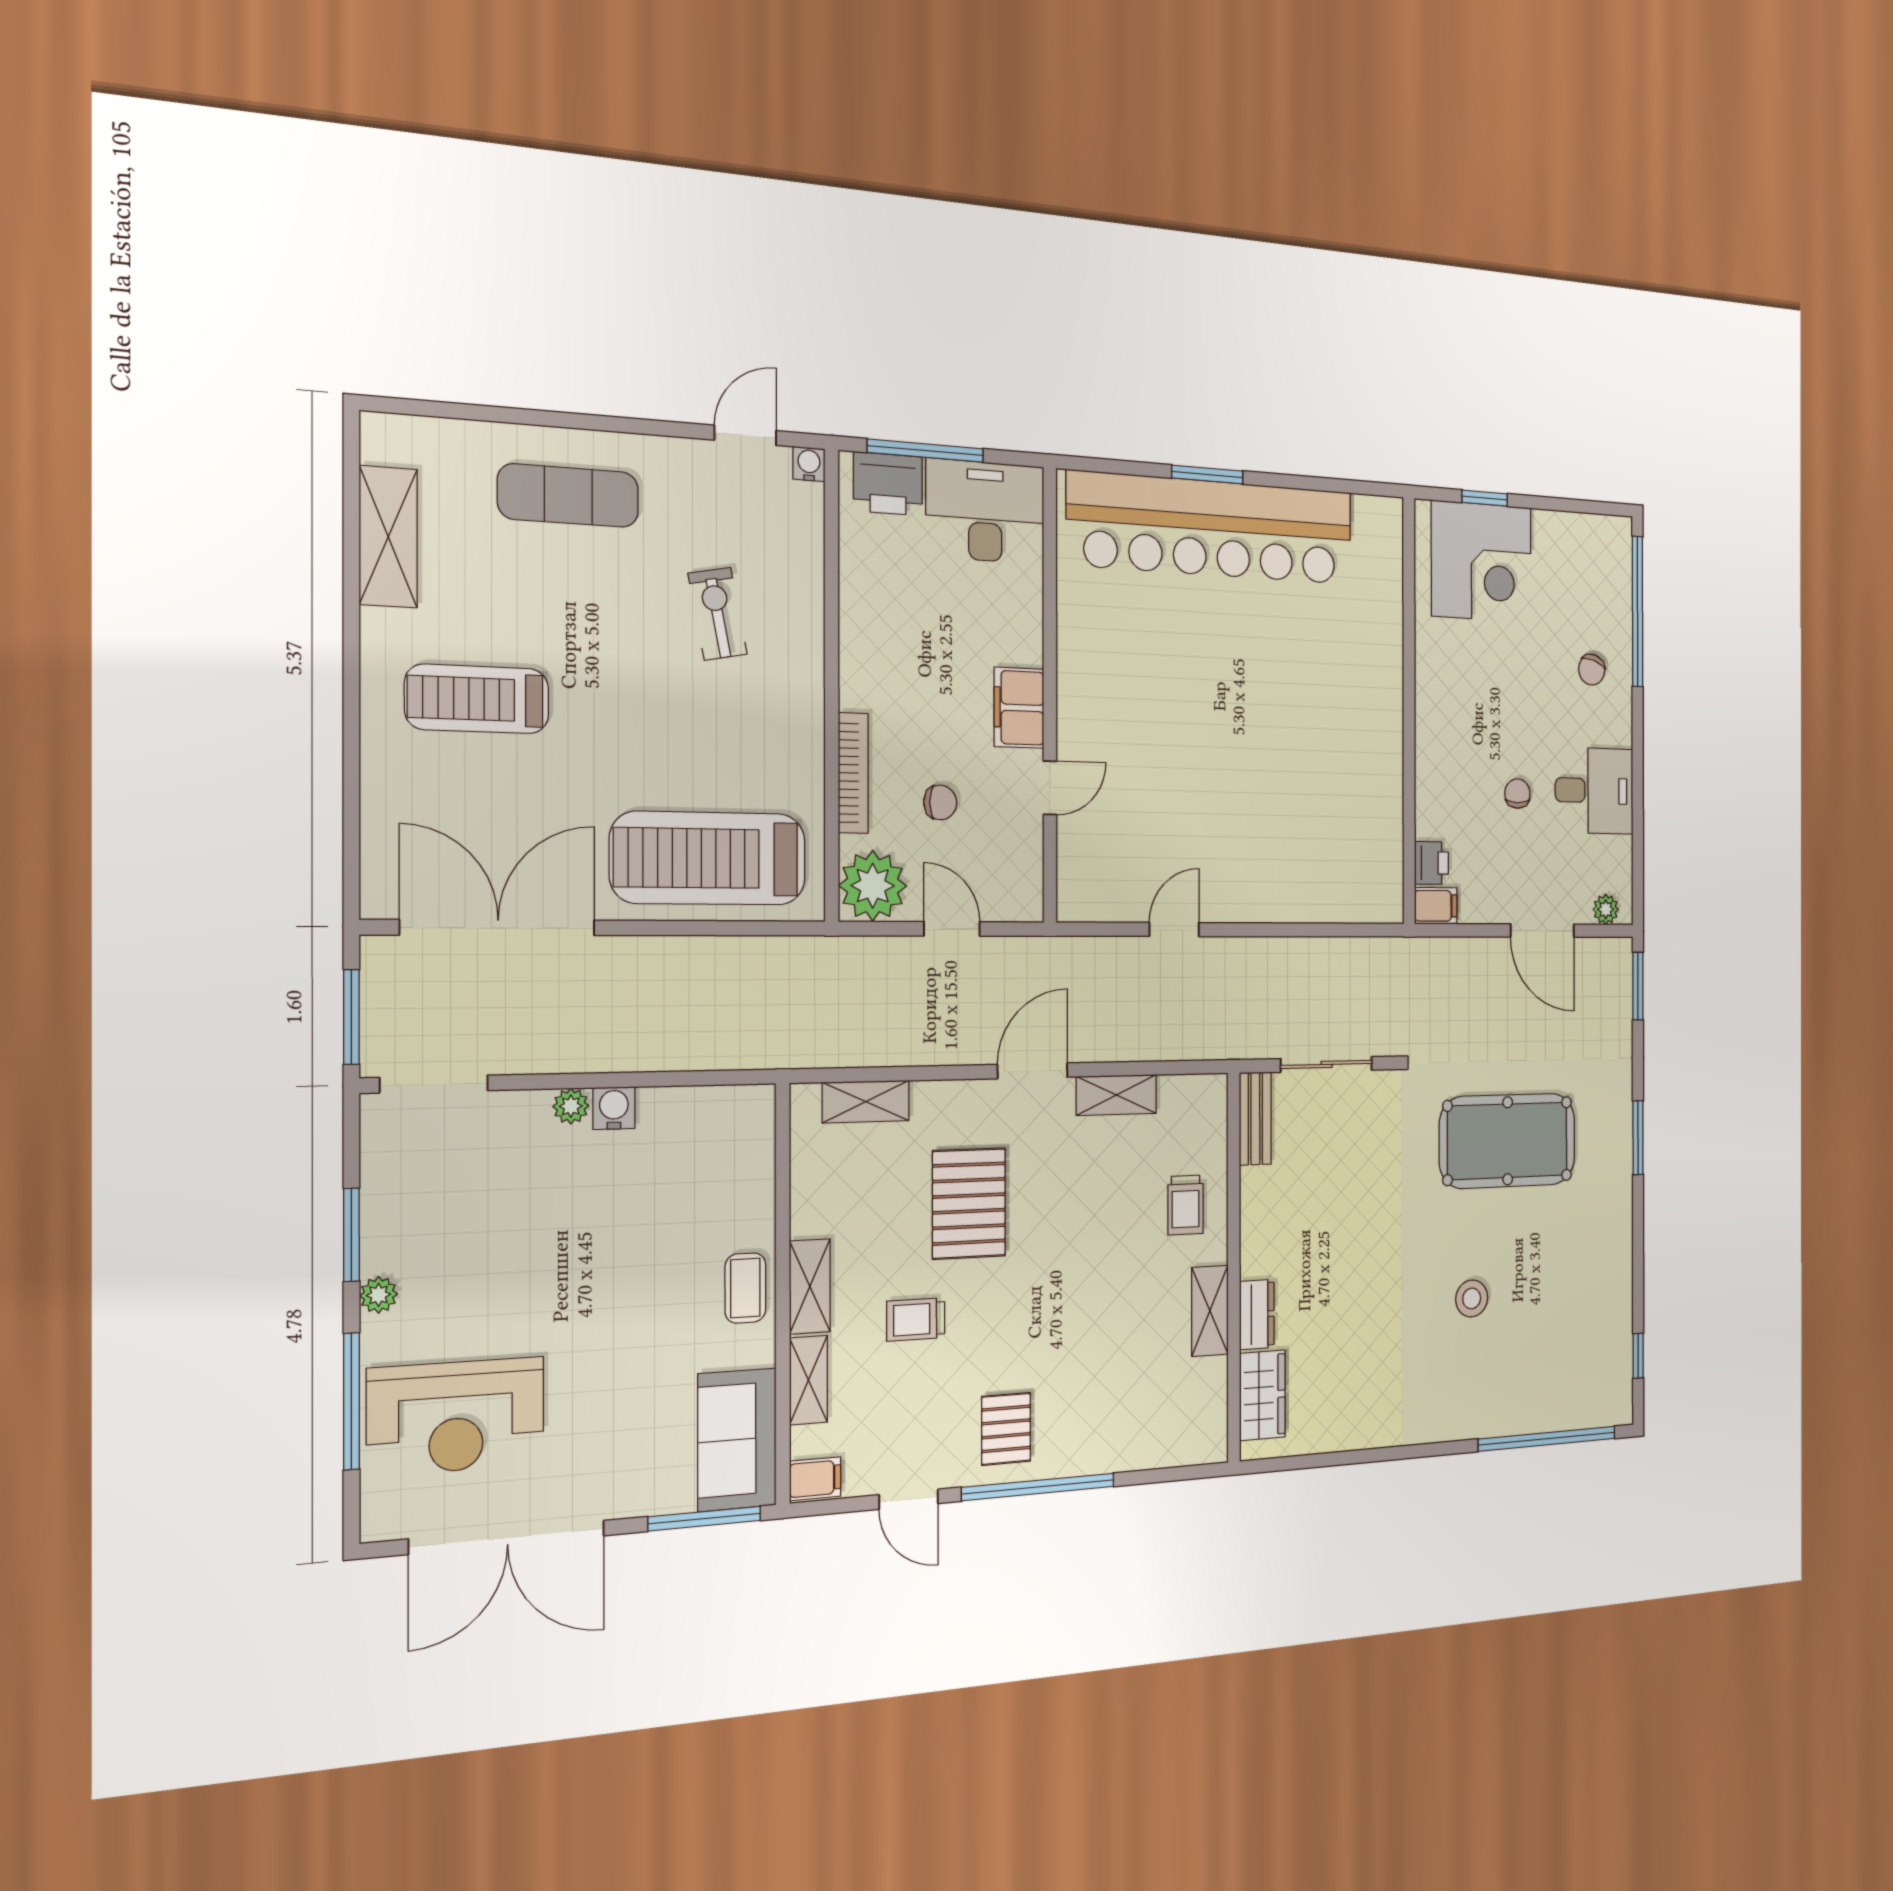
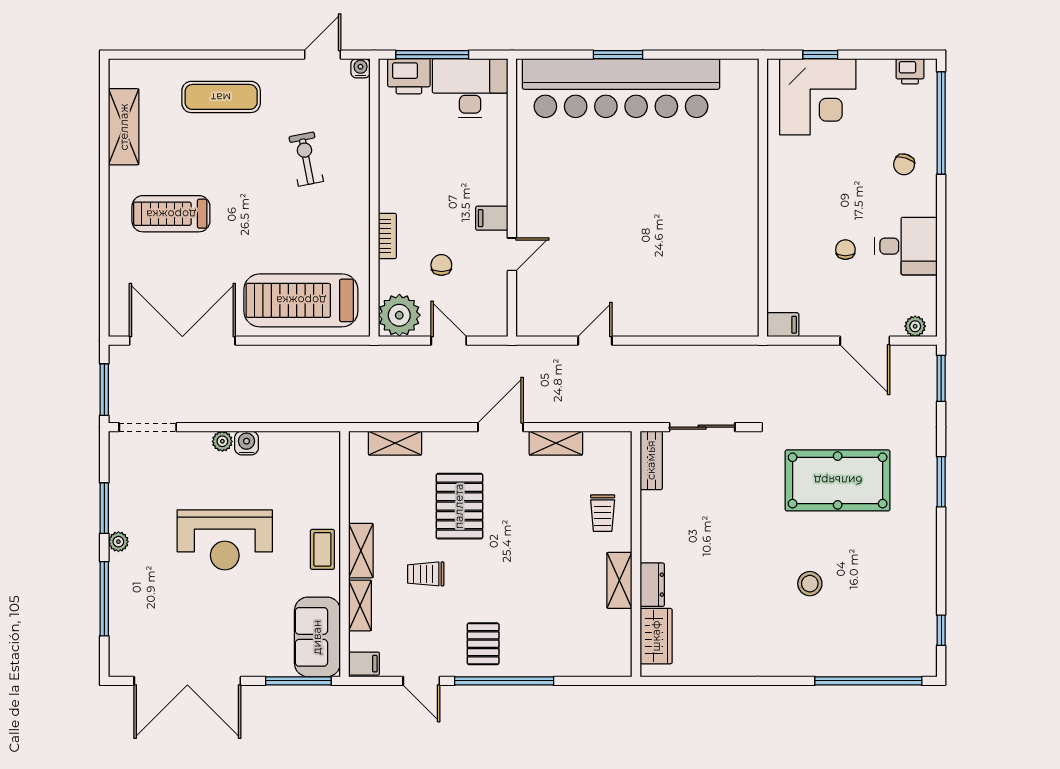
filing cabinet: (1019, 708) -> (492, 218), width x0.50
bookcase: (853, 773) -> (387, 236), width x0.64
chair: (940, 802) -> (441, 265), turned -90
printer: (1431, 863) -> (910, 71), moved, turned 90
reception desk: (456, 1416) -> (225, 540), moved

